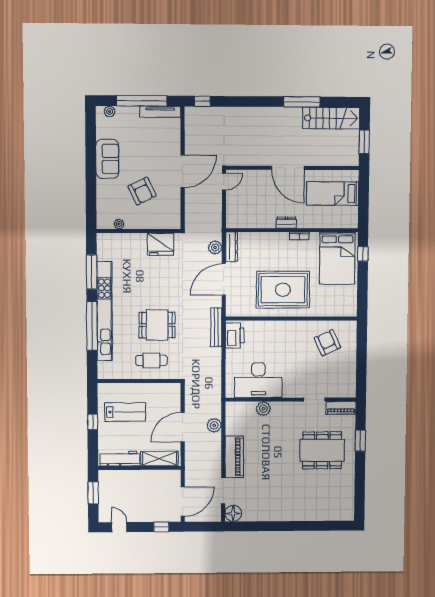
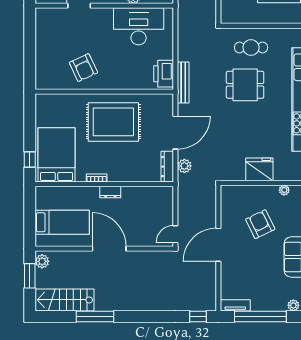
tv unit: (160, 112) -> (235, 305), width x0.71
plant: (352, 156) -> (42, 261), added
fridge: (160, 244) -> (259, 169), moved
armchair: (327, 343) -> (83, 68), moved

